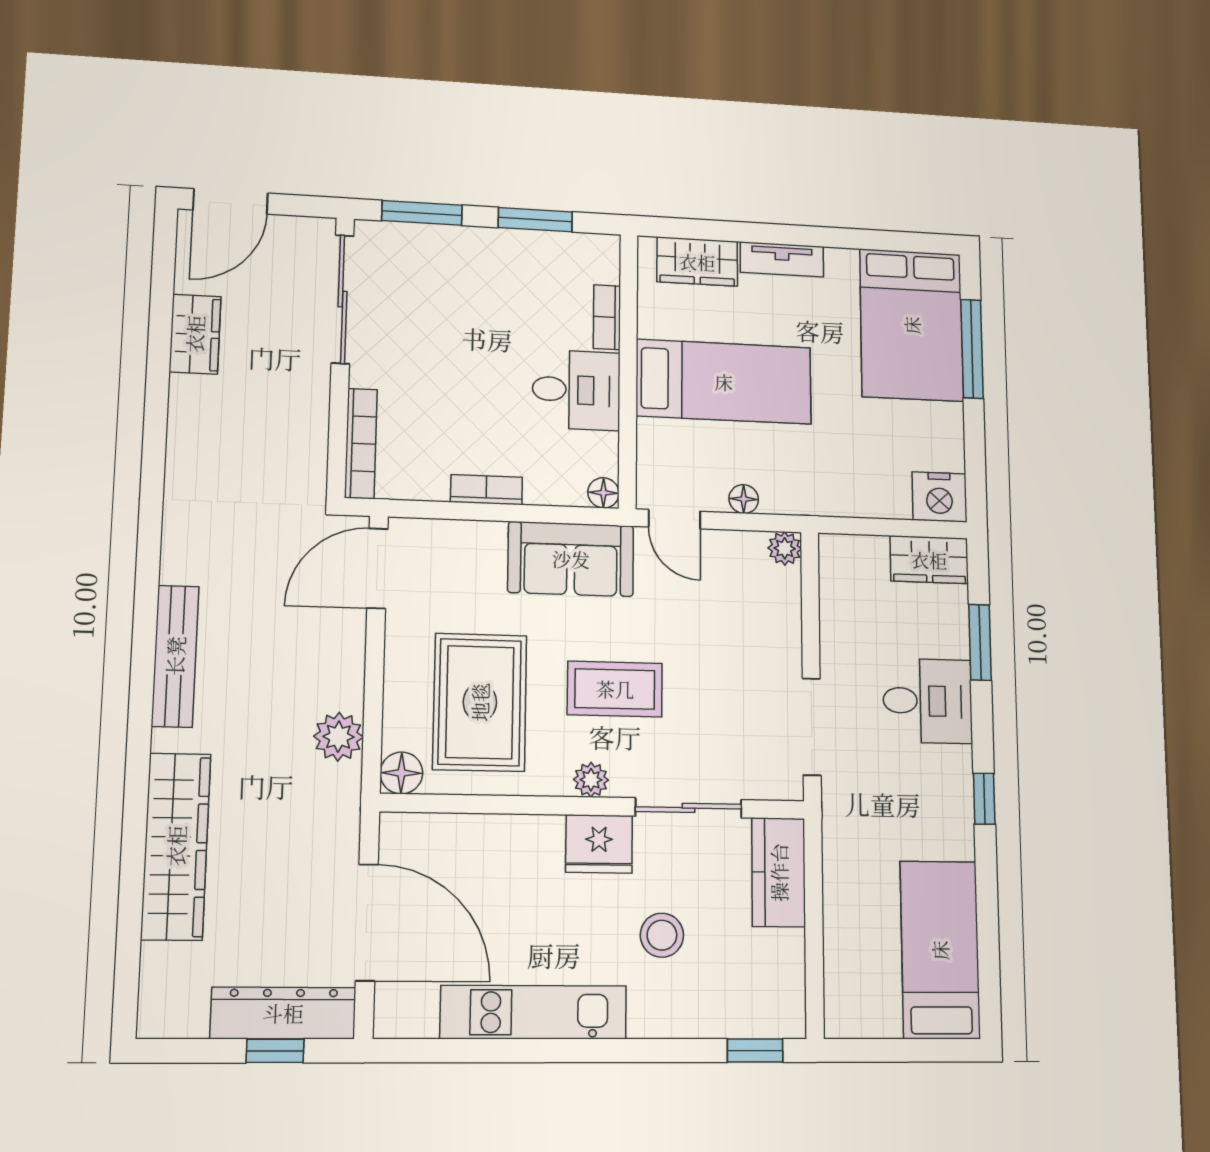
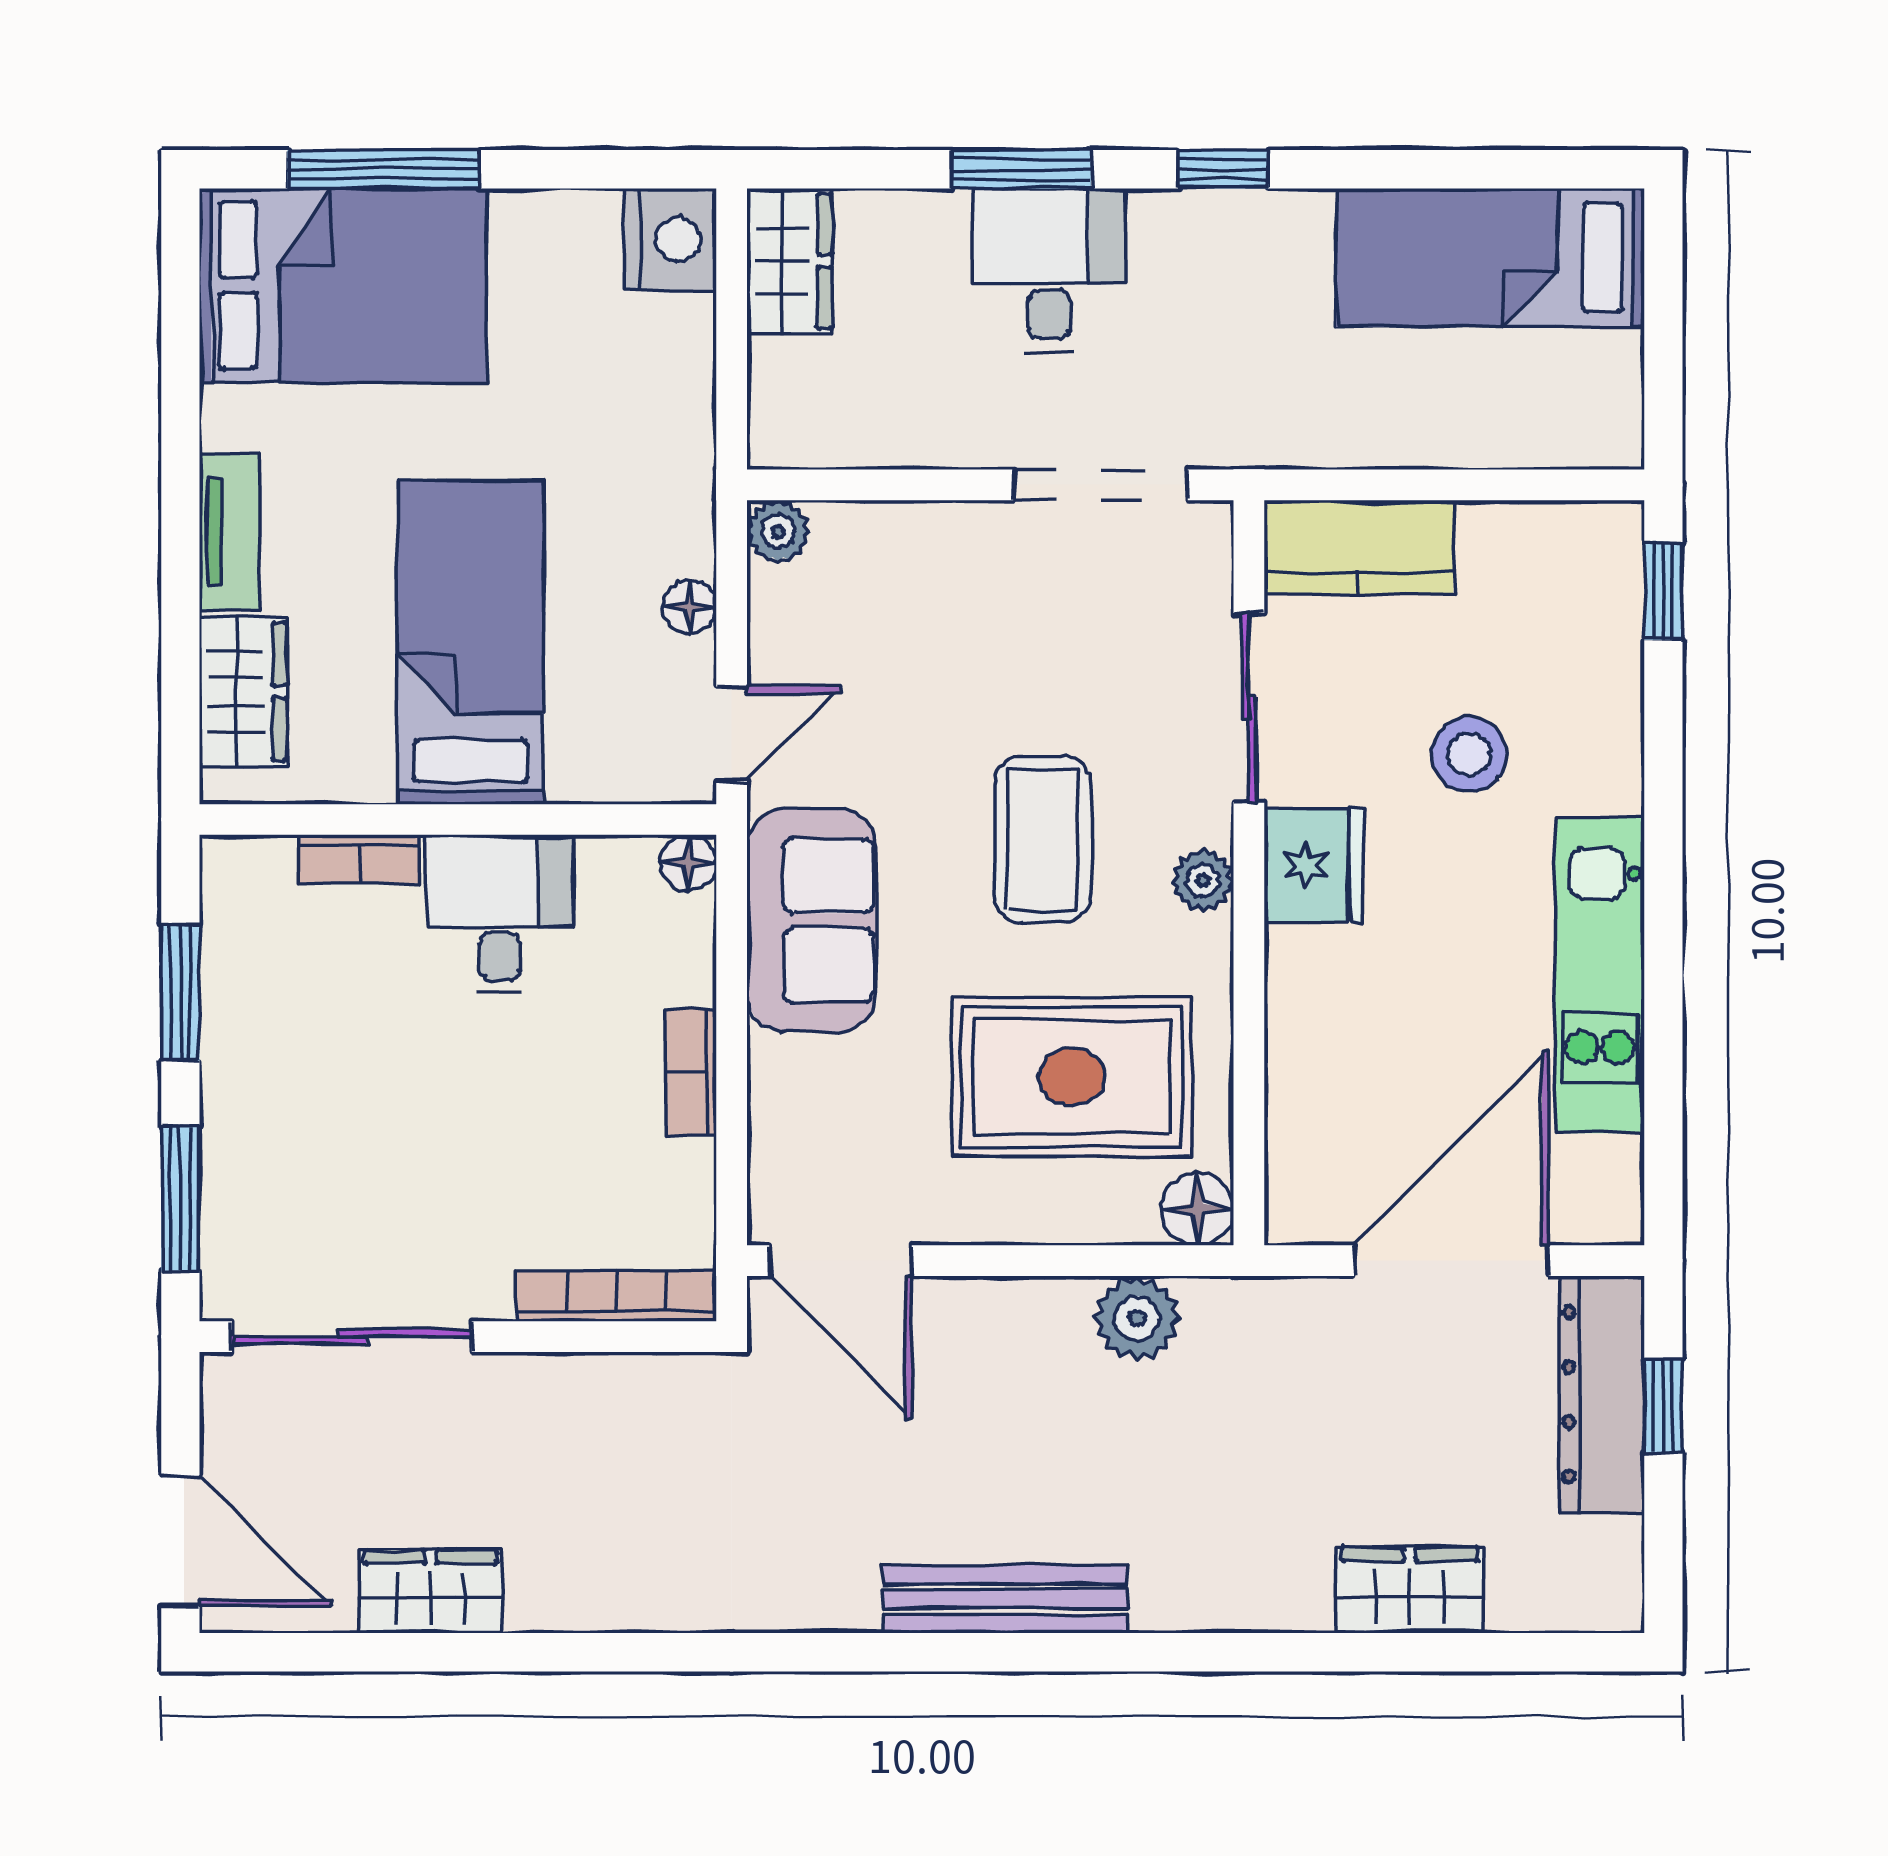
window: (980, 642) -> (1021, 169), moved
wardrobe: (176, 846) -> (1410, 1590), width x0.48, depth x0.85

